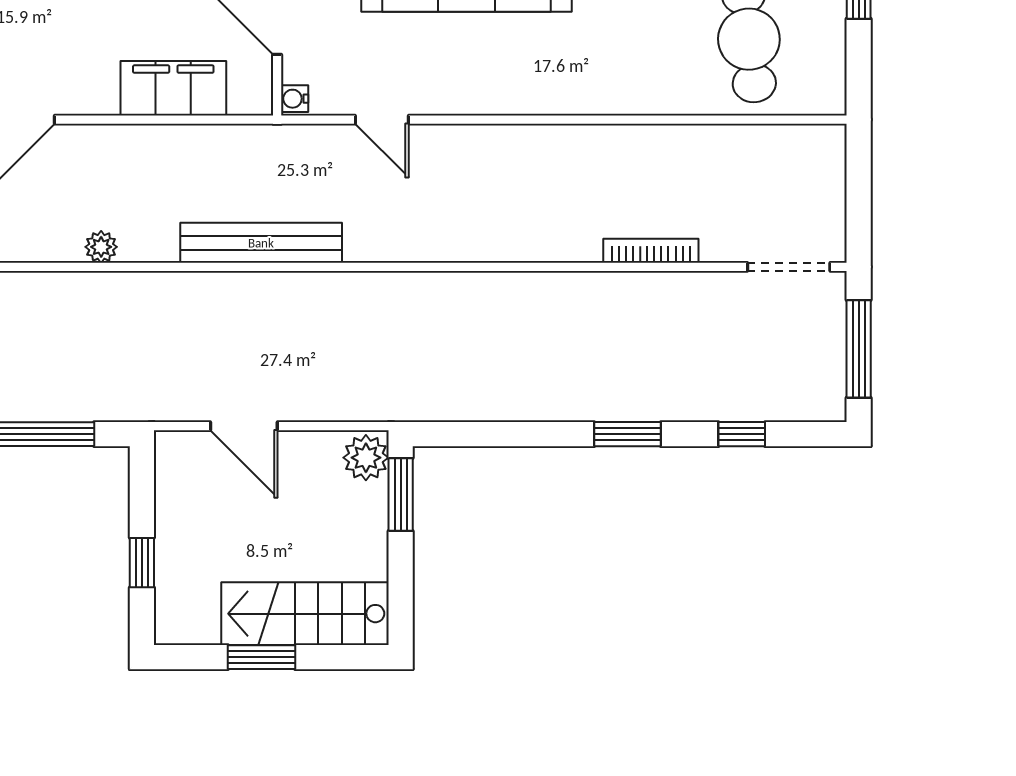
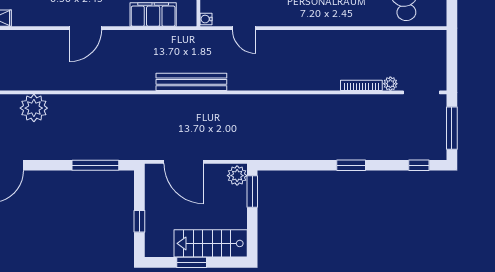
plant: (101, 247) -> (390, 84), moved
door: (244, 426) -> (184, 162), width x1.36
window: (742, 434) -> (419, 165), moved

